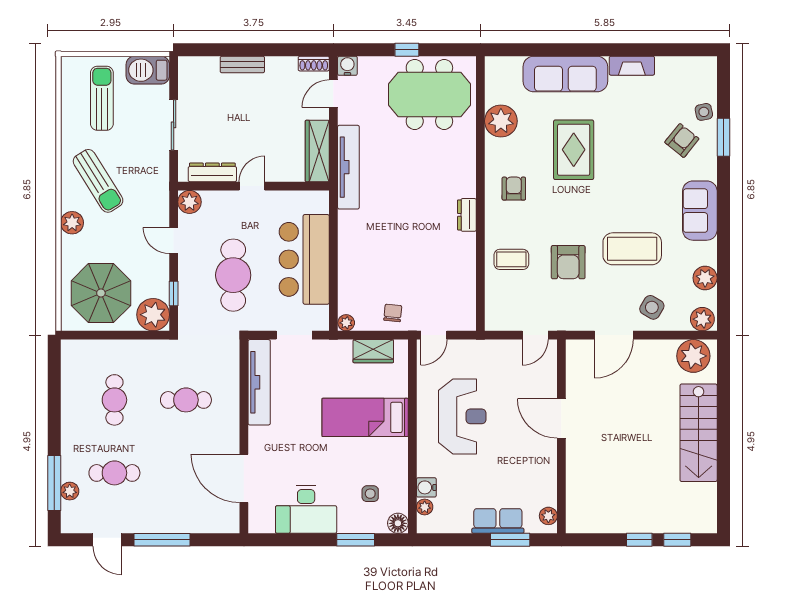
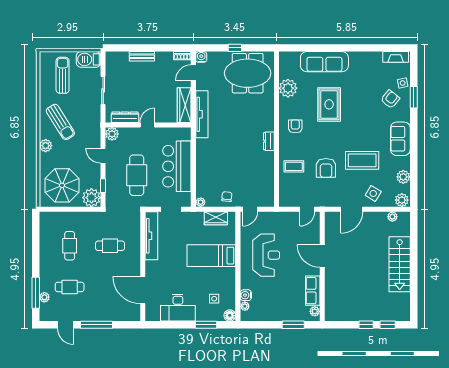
fireplace: (632, 66) -> (396, 57), moved
plant: (693, 356) -> (392, 217), width x0.53, depth x0.53
row of seats: (498, 521) -> (313, 291), moved, turned -90

